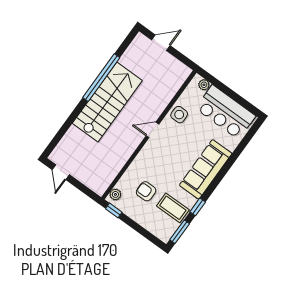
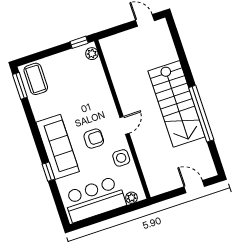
door: (161, 43) -> (194, 187), swing flipped
armchair: (146, 191) -> (94, 139), moved
window: (198, 207) -> (48, 172), moved
coffee table: (173, 208) -> (36, 79), moved, turned 90

